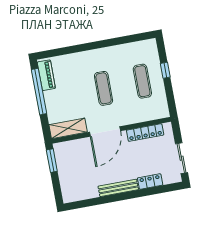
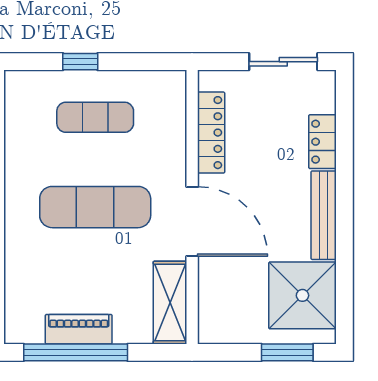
piano: (46, 75) -> (79, 329), moved
exercise mat: (104, 88) -> (95, 207), width x1.36, depth x1.45
window: (52, 161) -> (287, 352), moved
shower: (82, 185) -> (302, 295), added

